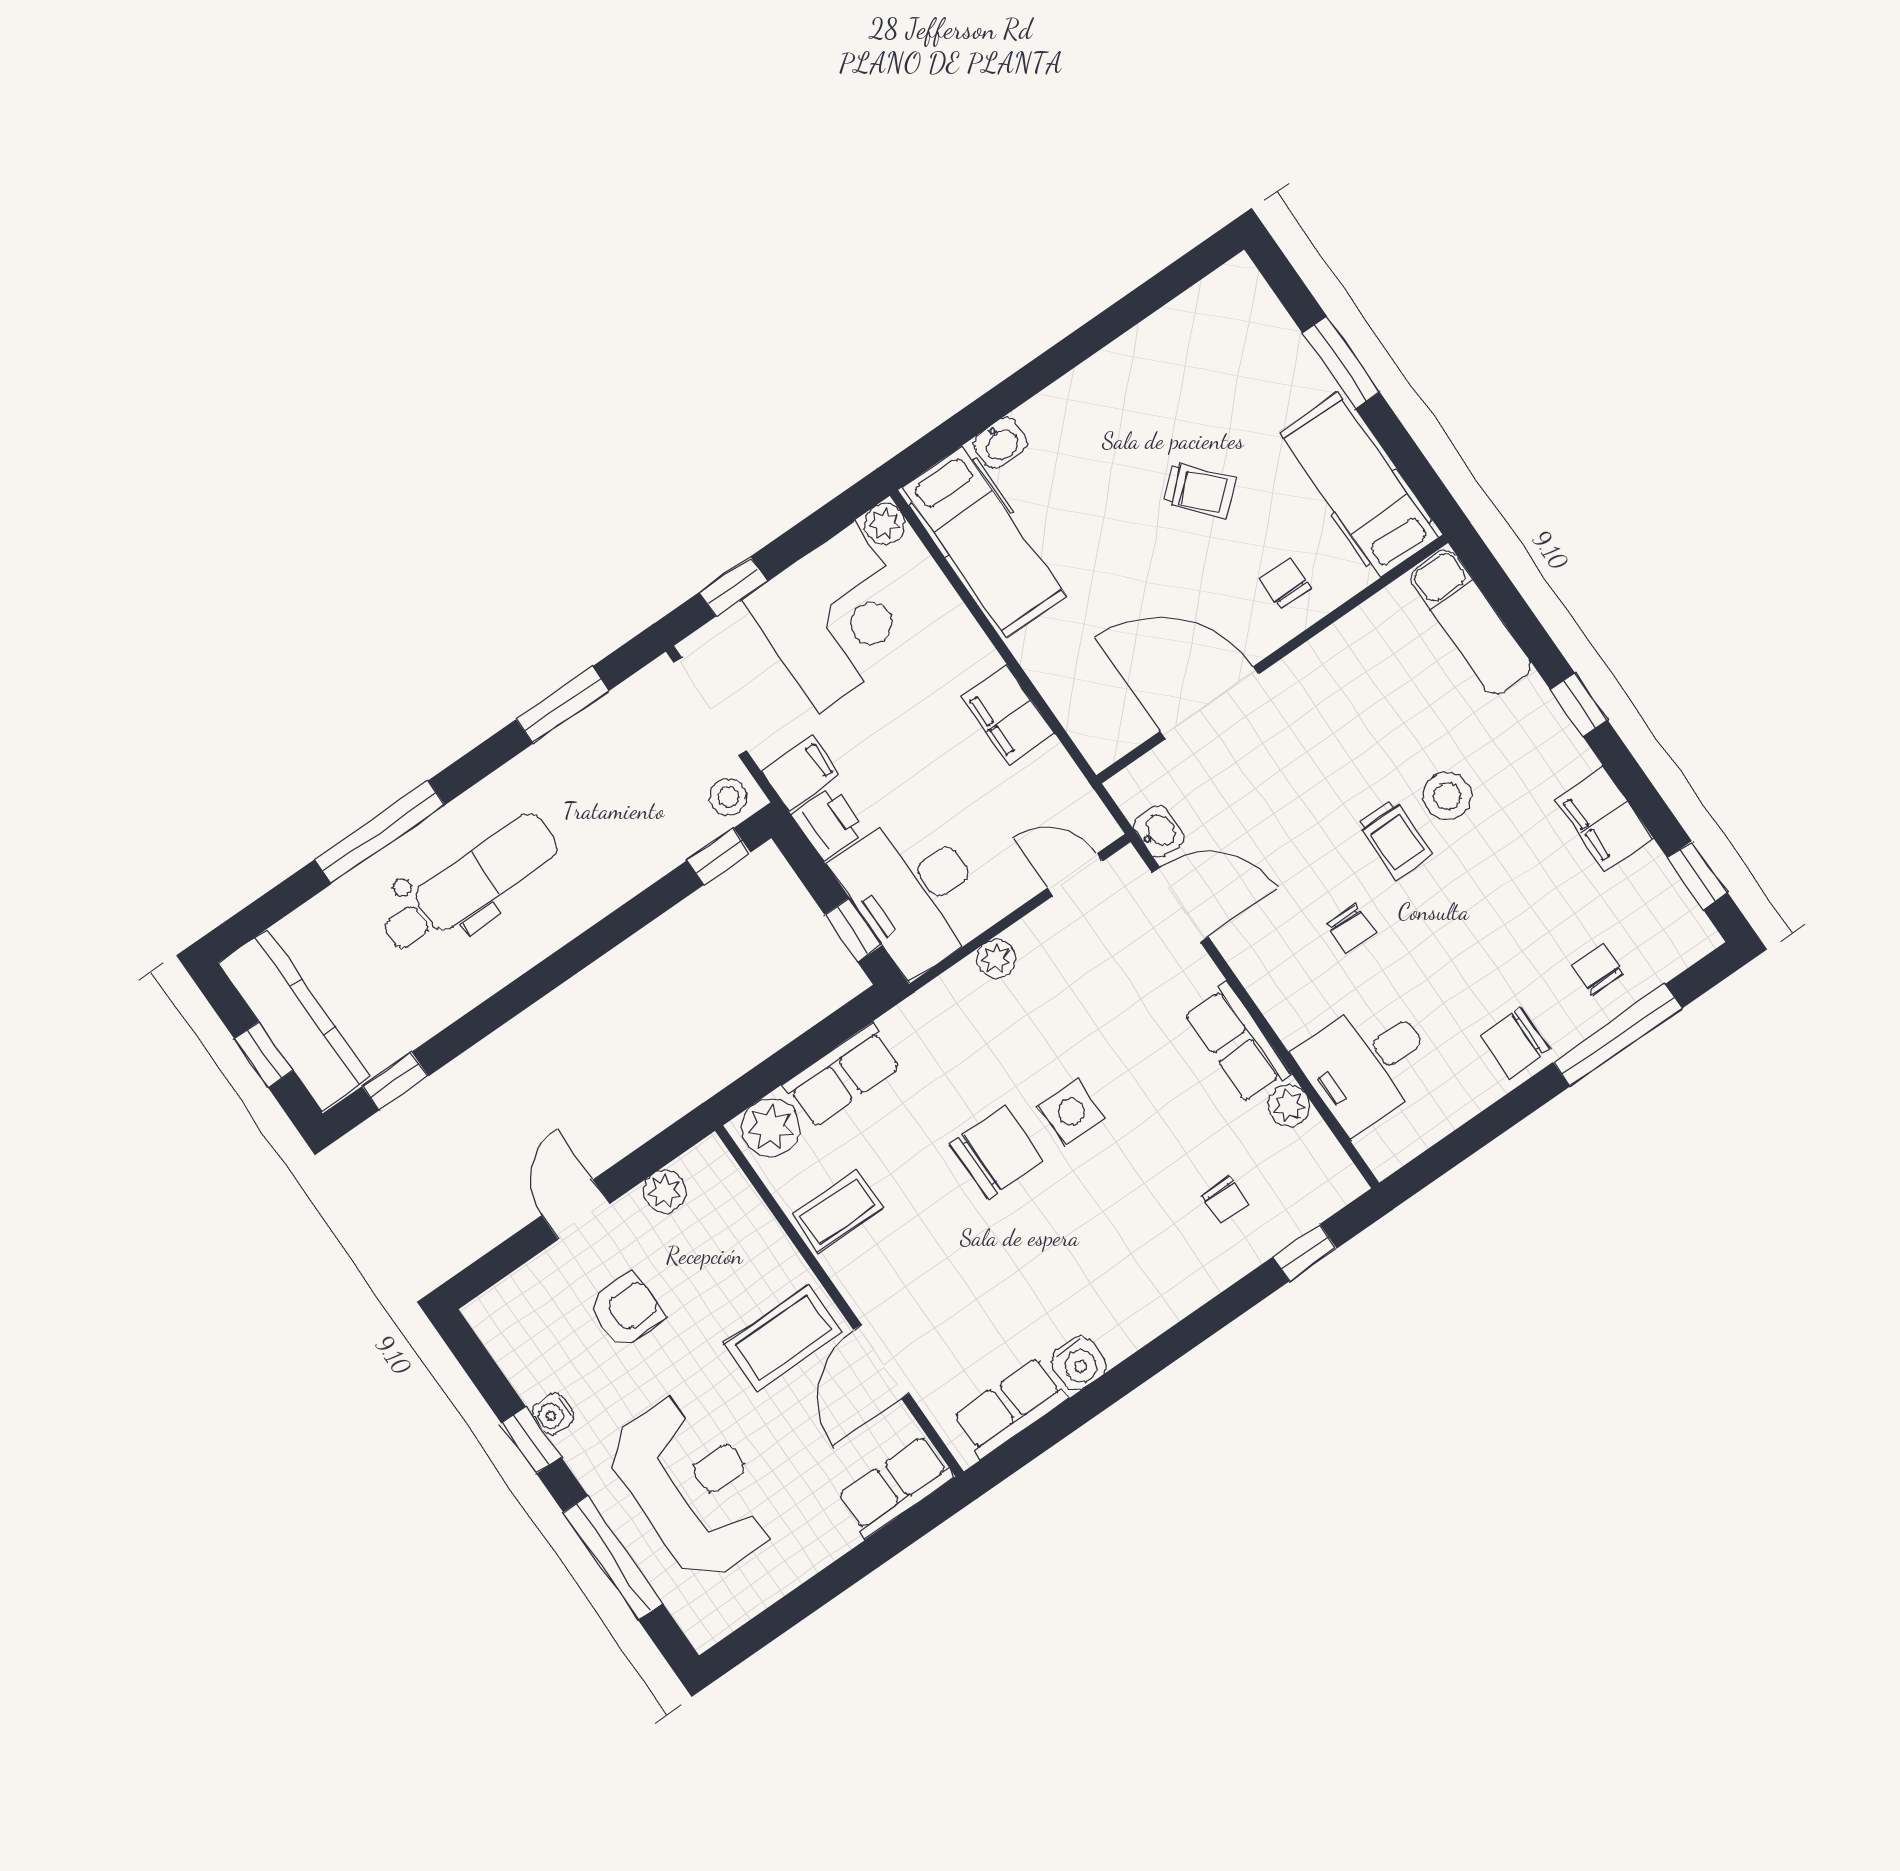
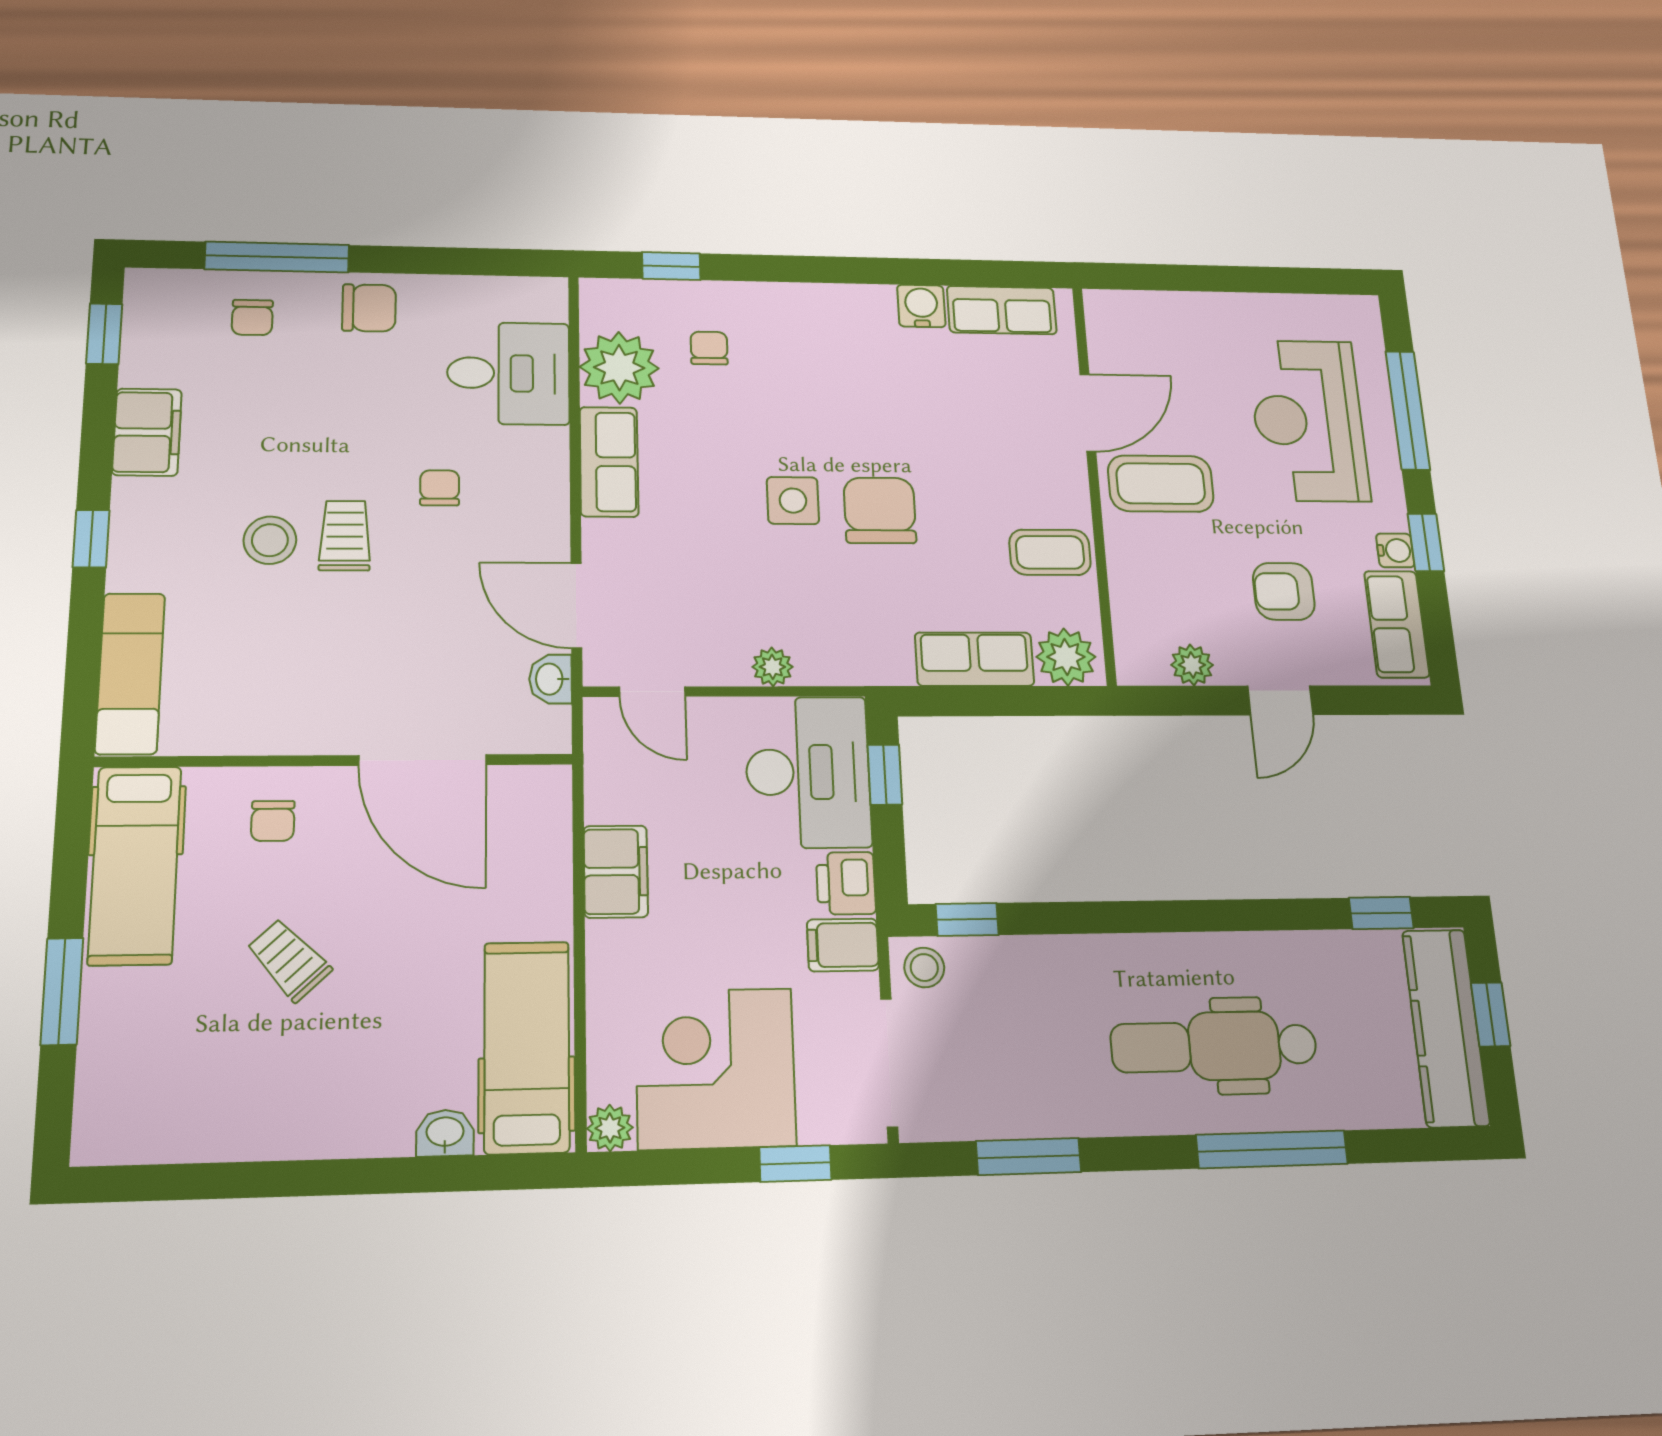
plant: (1289, 1106) -> (619, 368), width x1.87, depth x1.87
chair: (997, 1152) -> (880, 510), turned 90
row of seats: (895, 1487) -> (1397, 624), moved, turned 90

